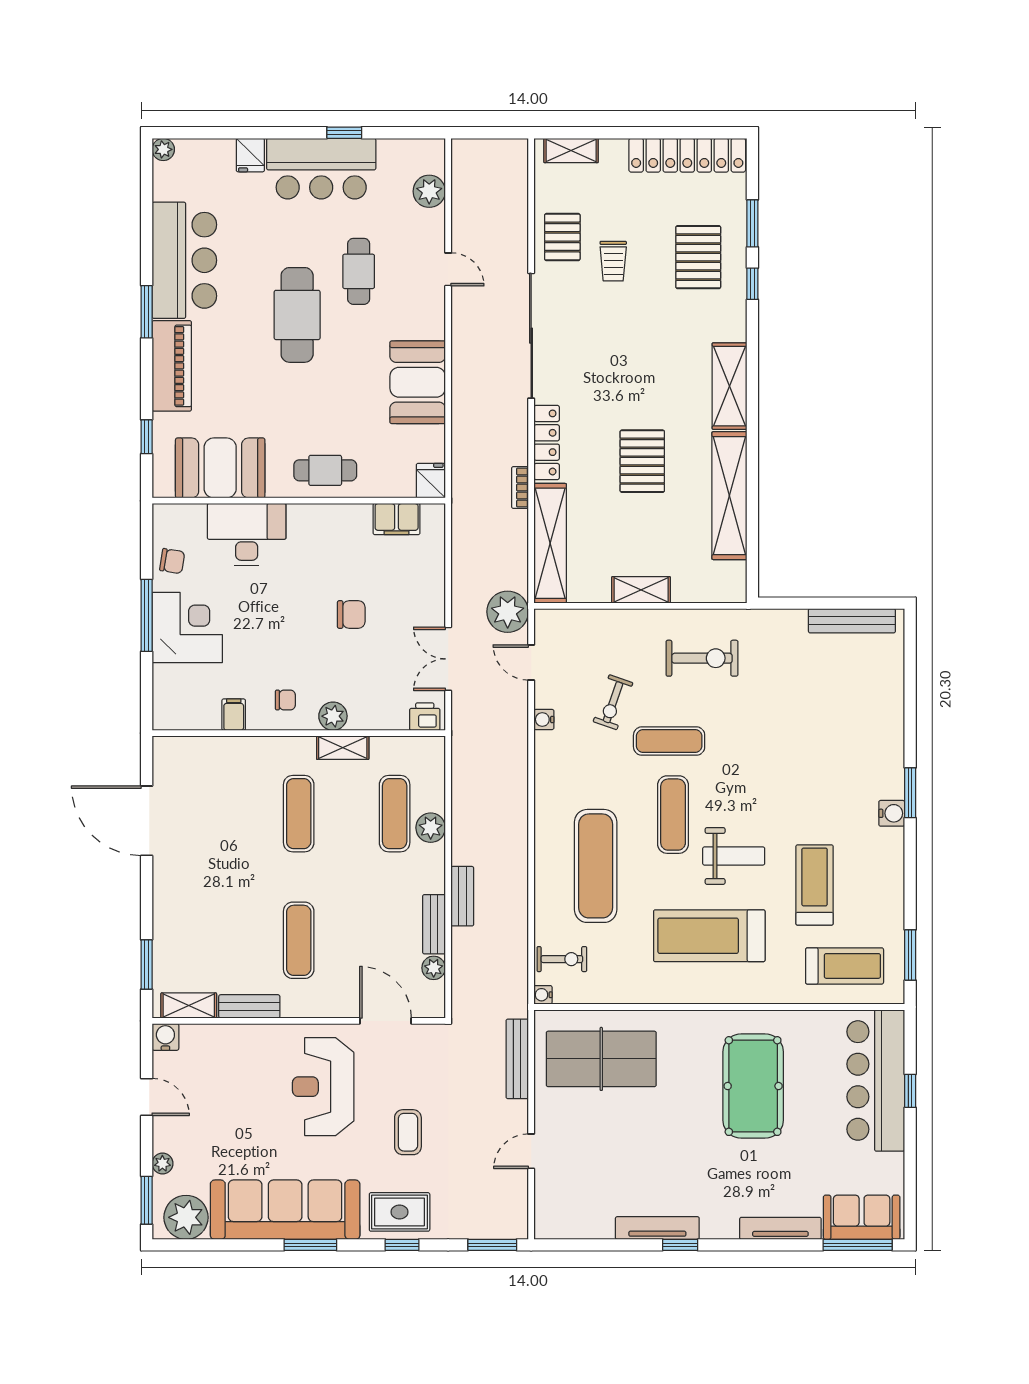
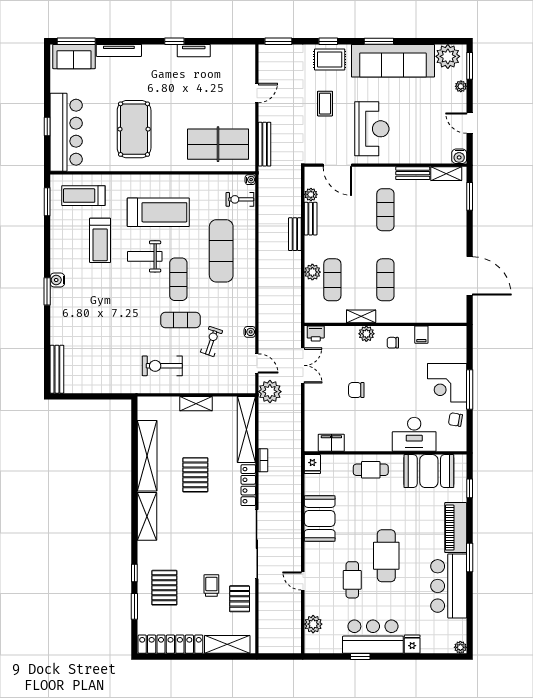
shelving: (571, 151) -> (227, 644), width x1.50, depth x1.33
bench: (852, 621) -> (57, 369), moved, turned 90
tv unit: (657, 1228) -> (194, 51), width x0.71

